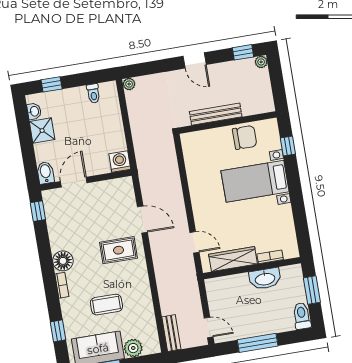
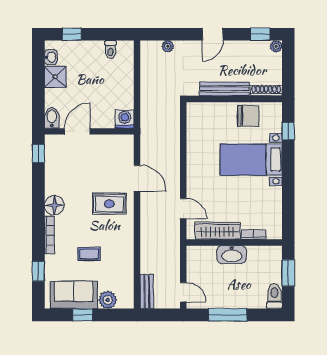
door: (195, 60) -> (213, 34), hinge flipped
plant: (129, 84) -> (168, 46), moved
shoe rack: (258, 109) -> (266, 90), added
washbasin: (265, 279) -> (232, 255), moved
bookcase: (62, 285) -> (49, 235), width x1.56
coffee table: (106, 305) -> (89, 254), width x0.73, depth x0.77

